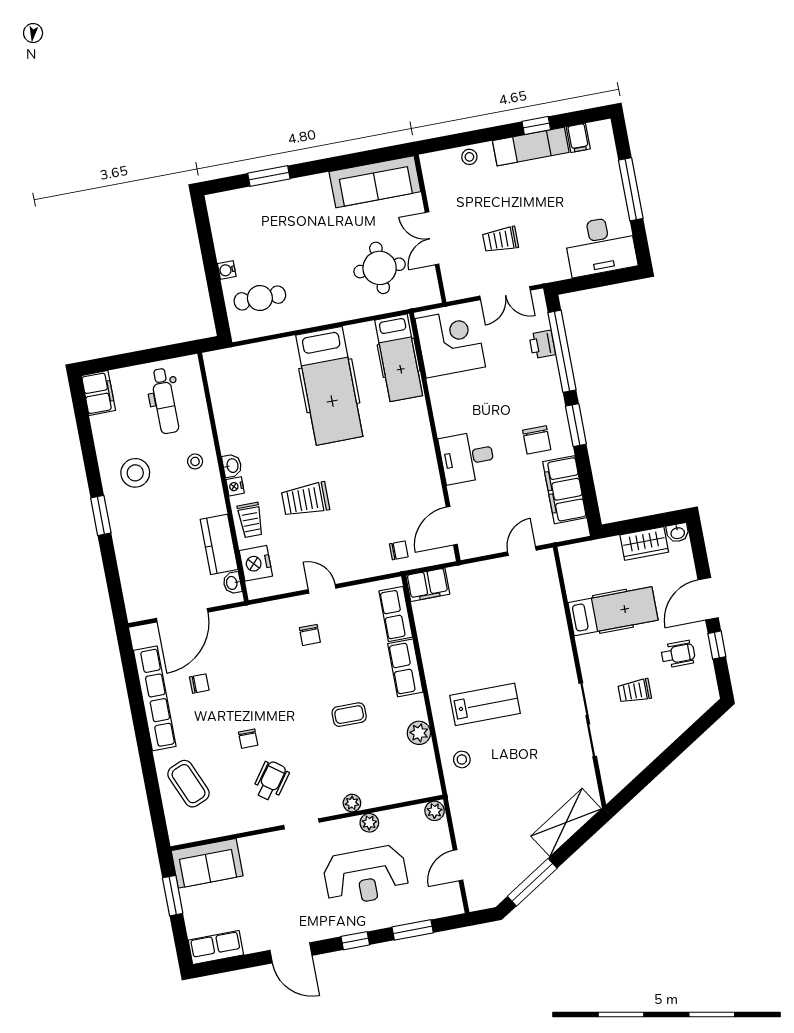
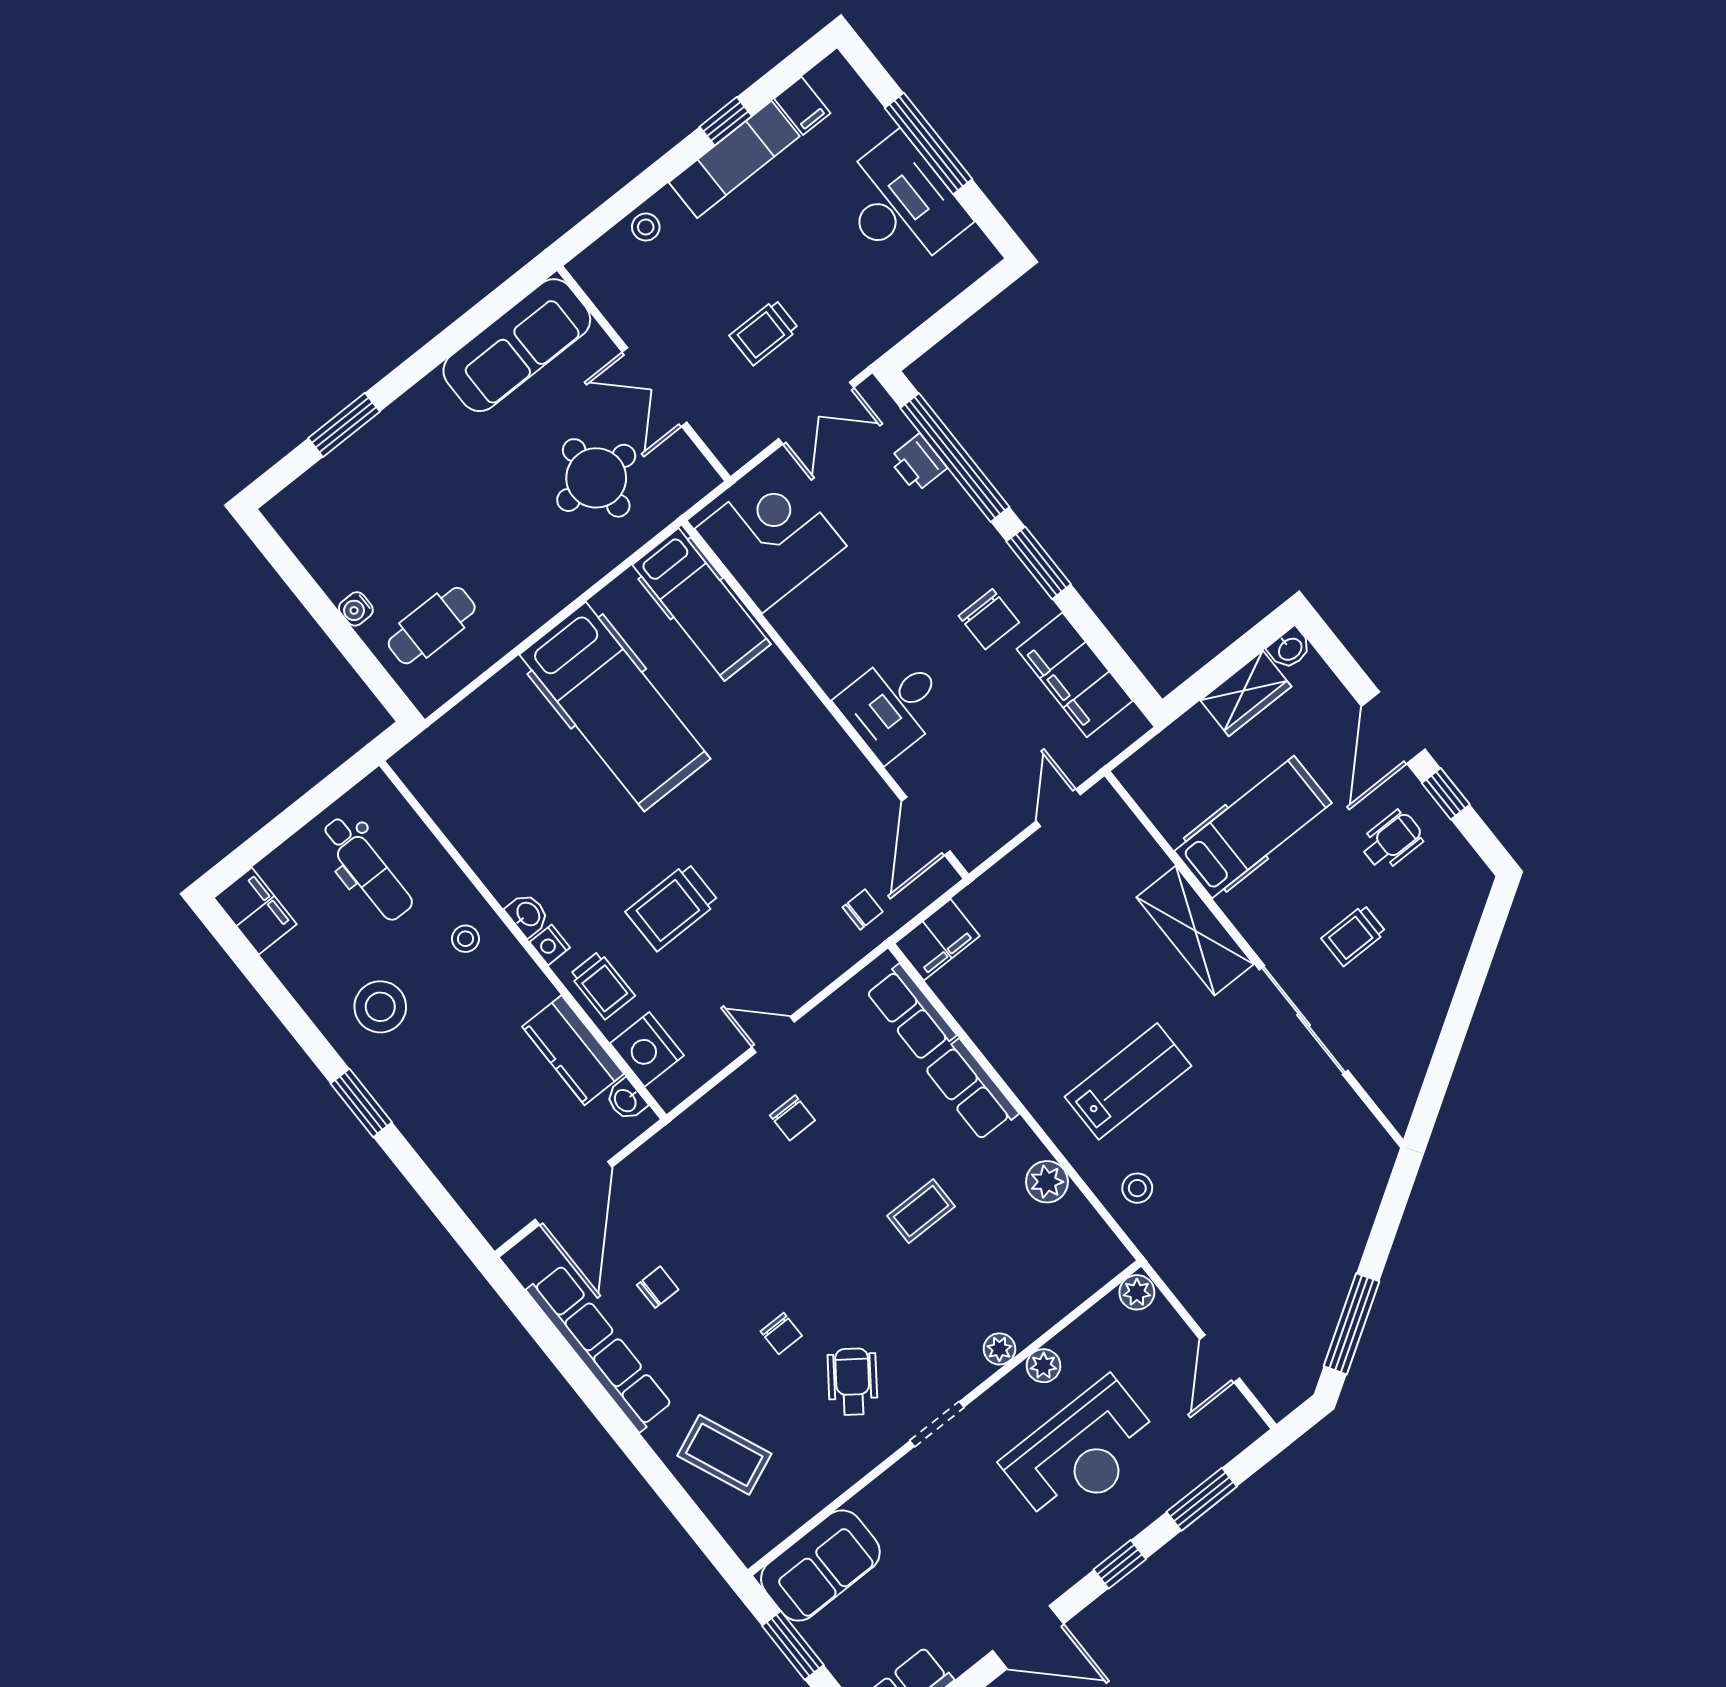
desk: (600, 246) -> (900, 204), moved, turned -90
shelving: (566, 822) -> (1195, 931), moved, turned -58

